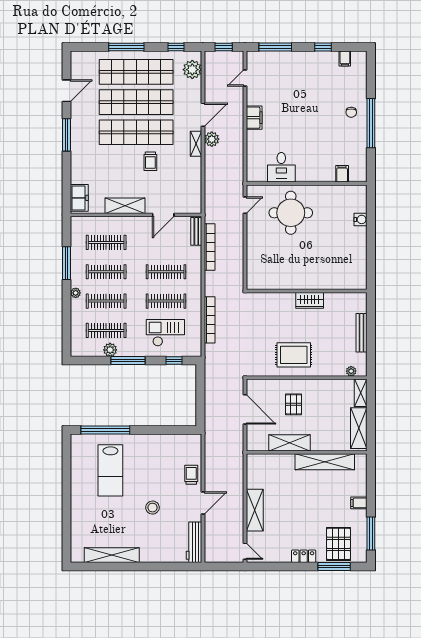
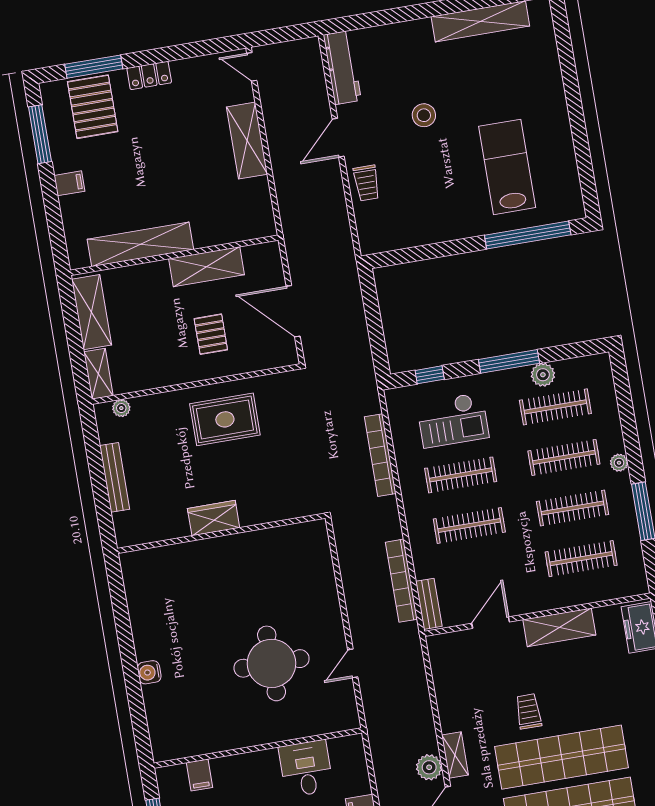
desk: (281, 167) -> (306, 769), moved
filing cabinet: (342, 174) -> (199, 775), moved
wall: (307, 183) -> (258, 748), moved

